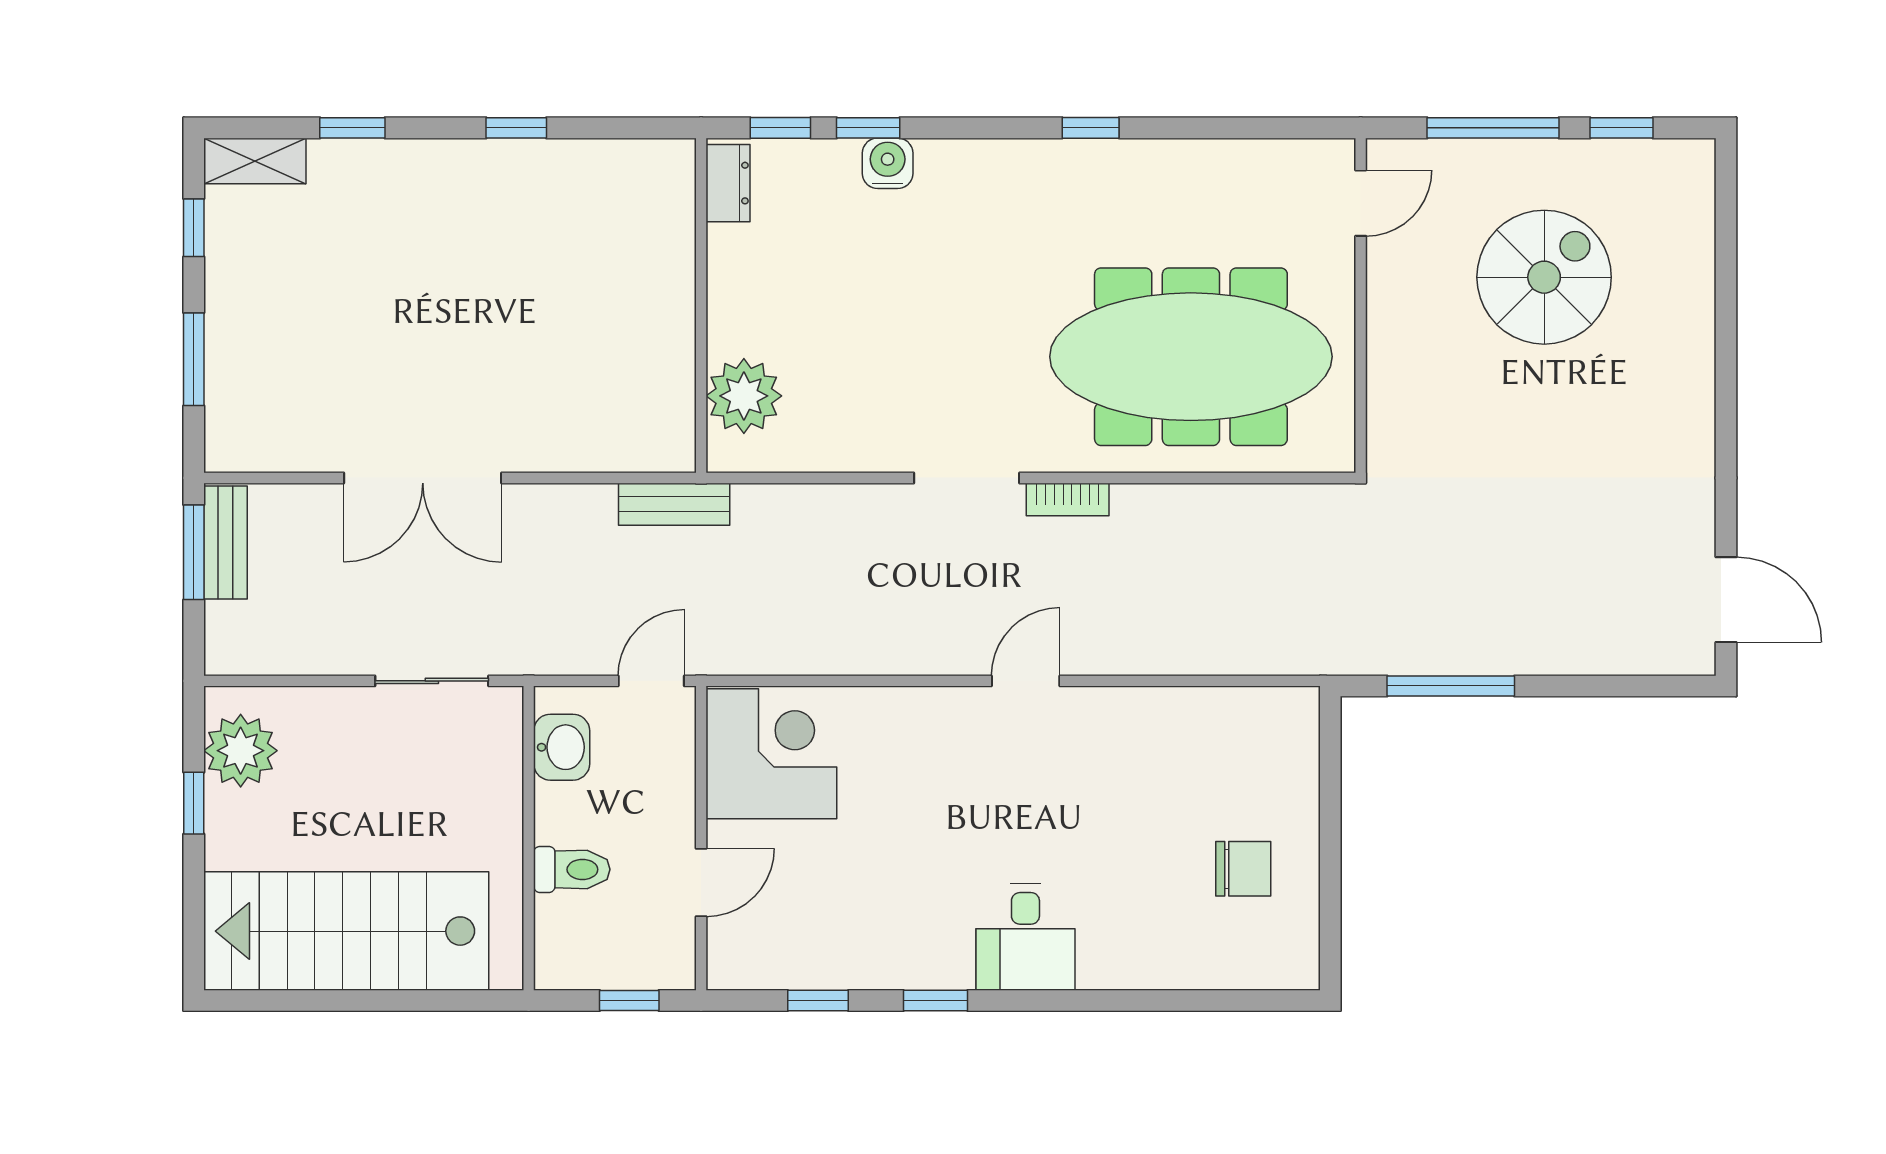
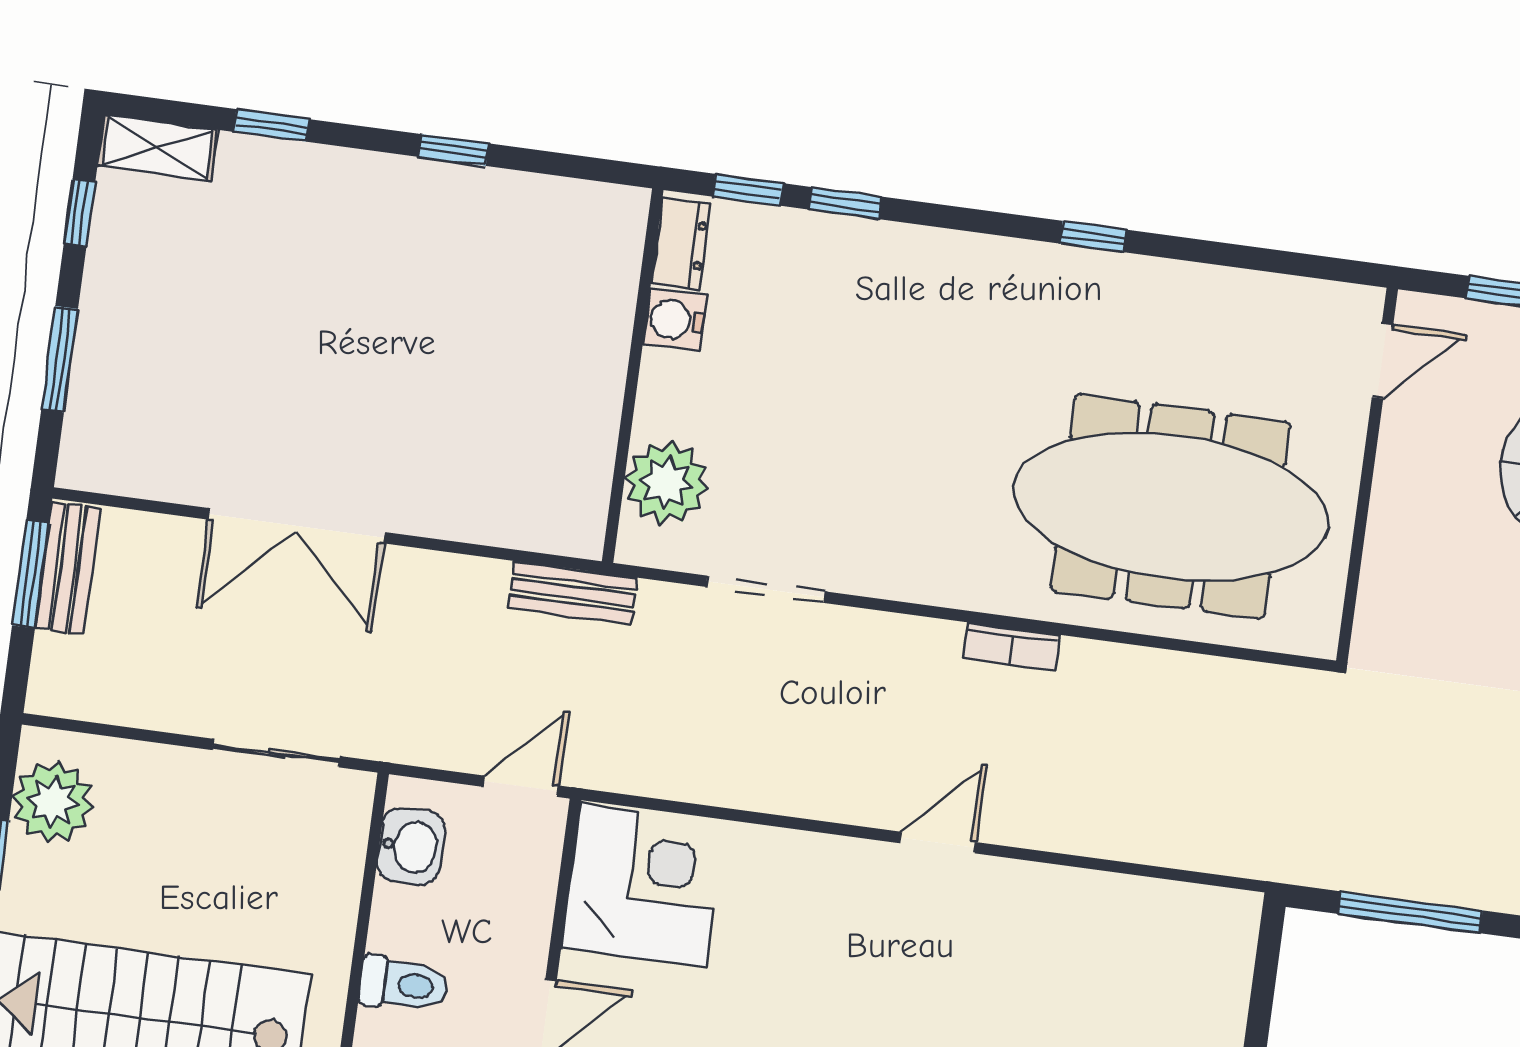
water cooler: (888, 163) -> (675, 320), moved, turned -90
doorway: (967, 478) -> (765, 589), moved

